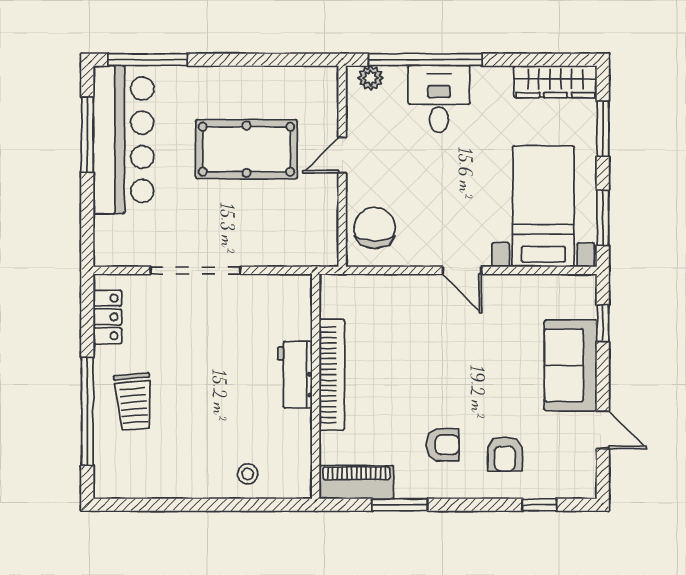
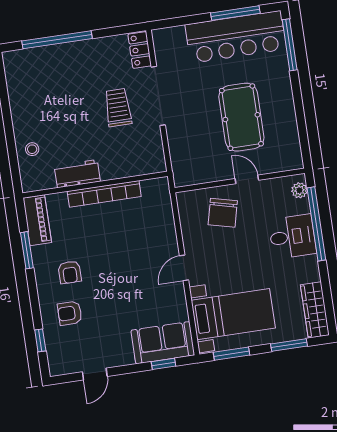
chair: (375, 228) -> (223, 213), moved, turned 104
locker: (107, 317) -> (140, 50), moved, turned 90
sofa: (571, 365) -> (163, 343), moved
workbench: (295, 375) -> (77, 174), moved
trolley: (134, 402) -> (118, 108), moved, turned 95

